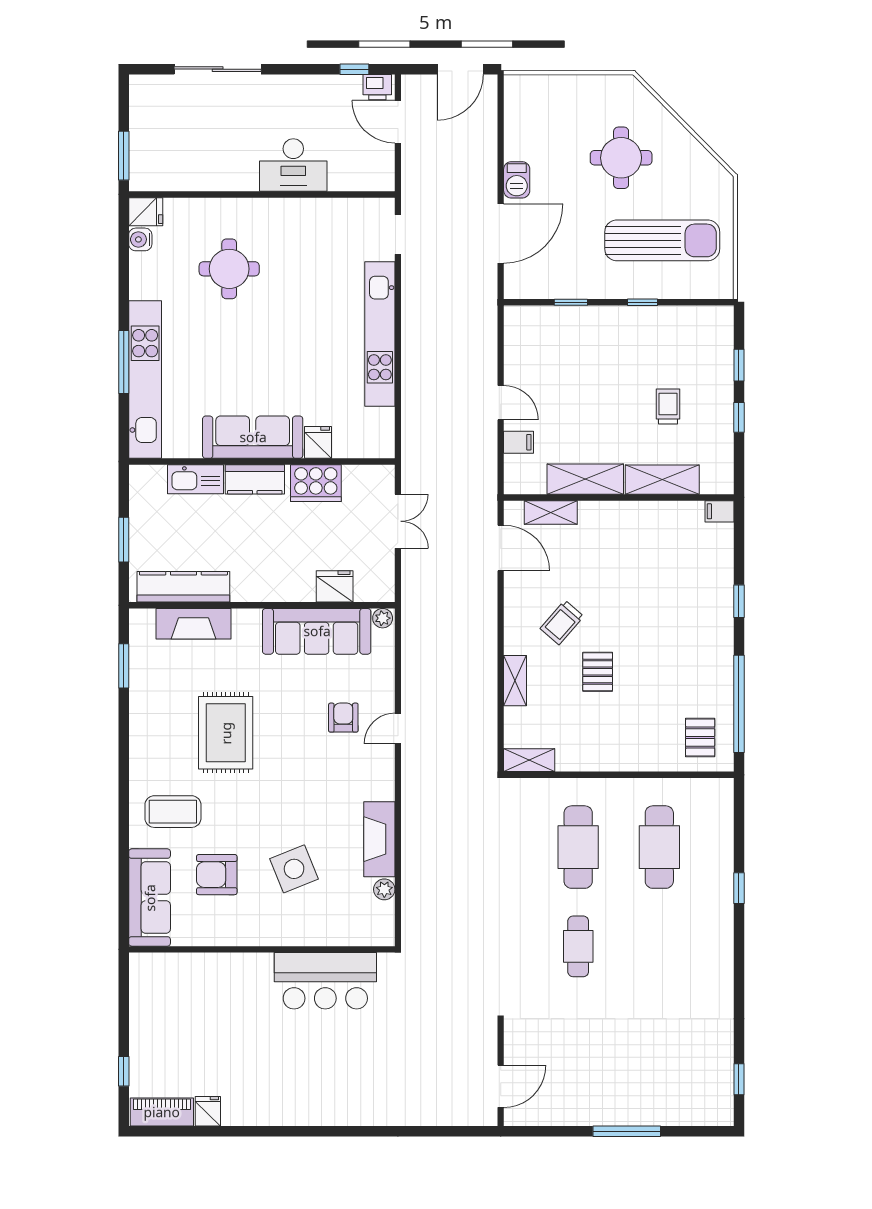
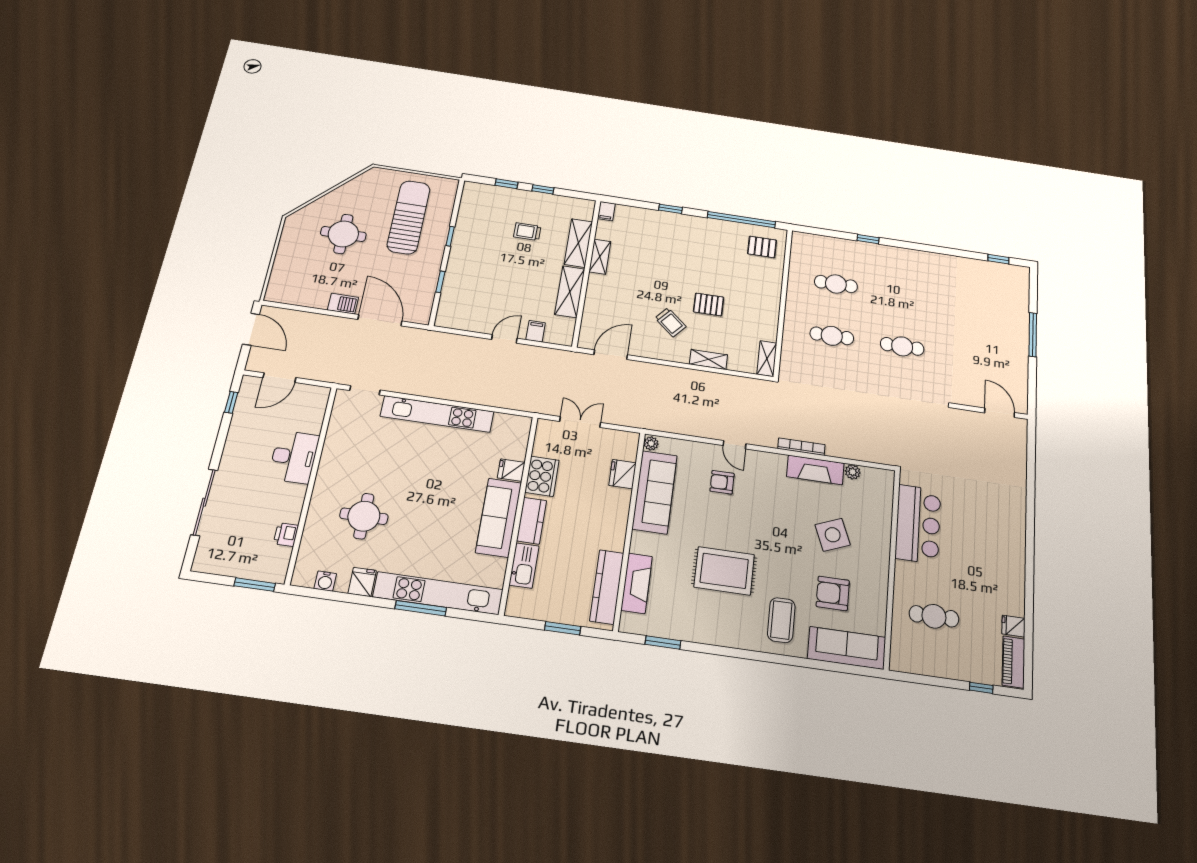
printer: (377, 87) -> (286, 535), moved, turned 180
fridge: (146, 212) -> (362, 582), moved
shelving: (551, 512) -> (600, 257), moved
bookcase: (409, 818) -> (801, 447), added
cafe table: (578, 847) -> (832, 336), width x0.73, depth x0.74
cafe table: (659, 847) -> (836, 284), width x0.73, depth x0.74
armchair: (217, 875) -> (833, 593), turned 90
cafe table: (206, 1007) -> (934, 616), added

